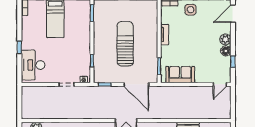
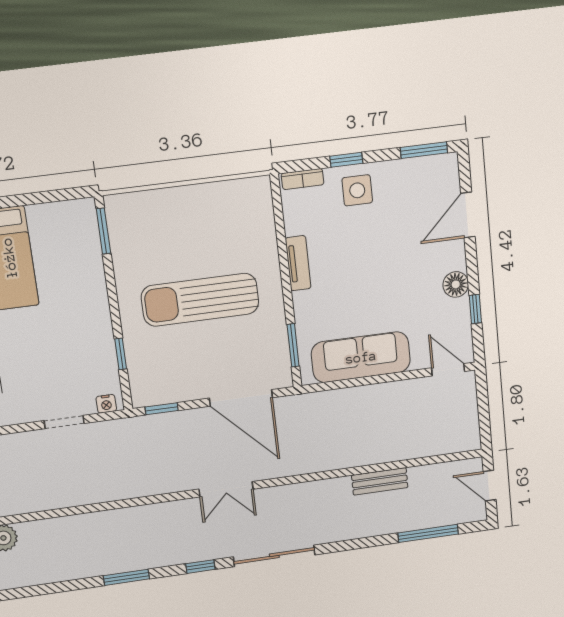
door: (233, 14) -> (468, 215), moved
plant: (225, 39) -> (452, 256), removed
sun lounger: (125, 44) -> (200, 300), turned -90
sofa: (180, 75) -> (361, 357), width x1.36
door: (220, 84) -> (448, 370), swing flipped

